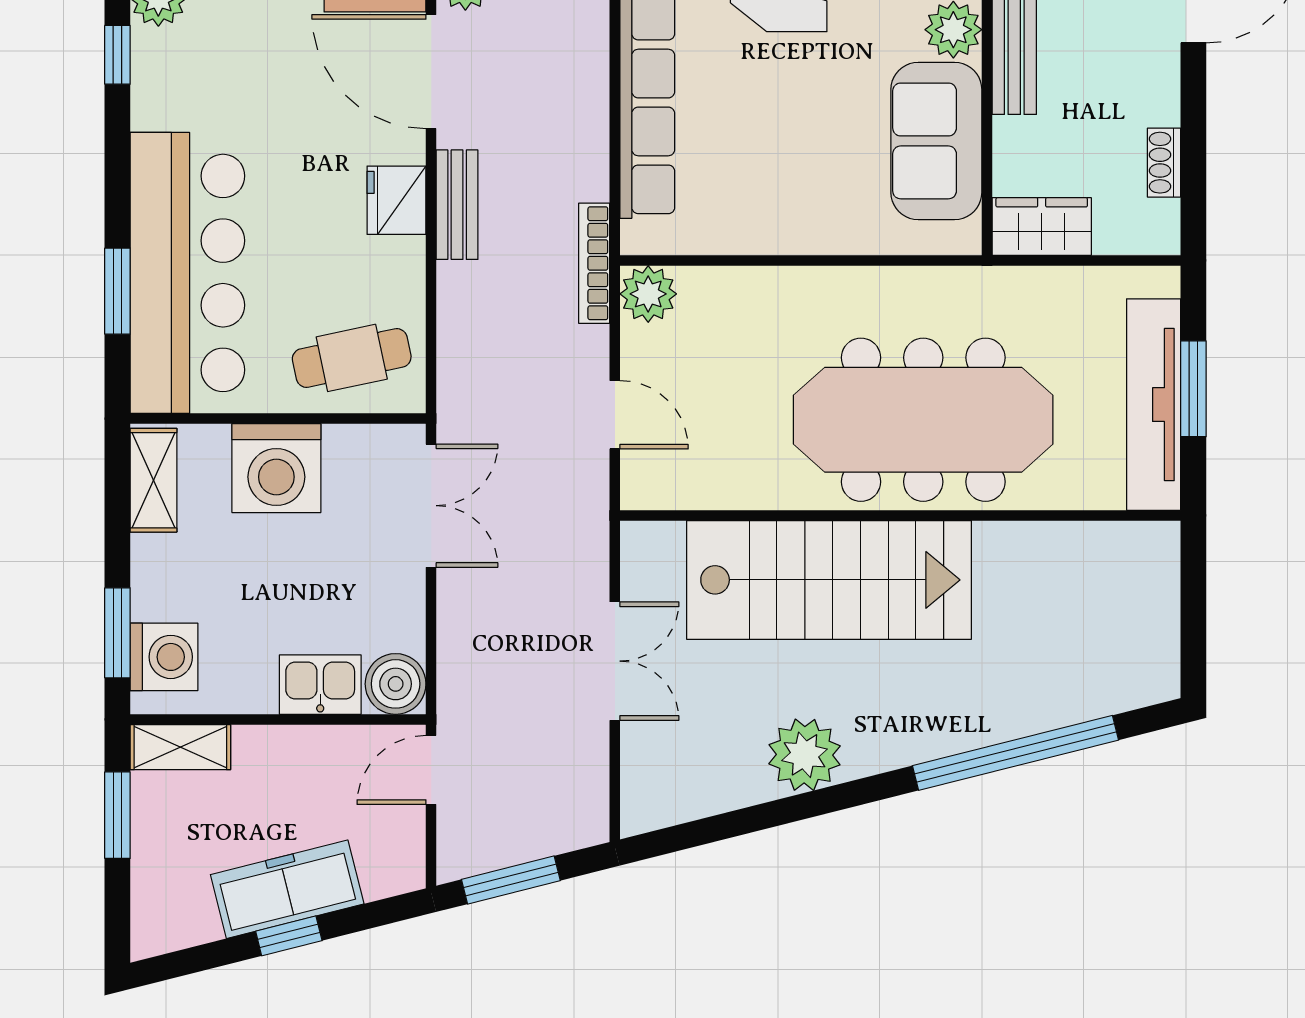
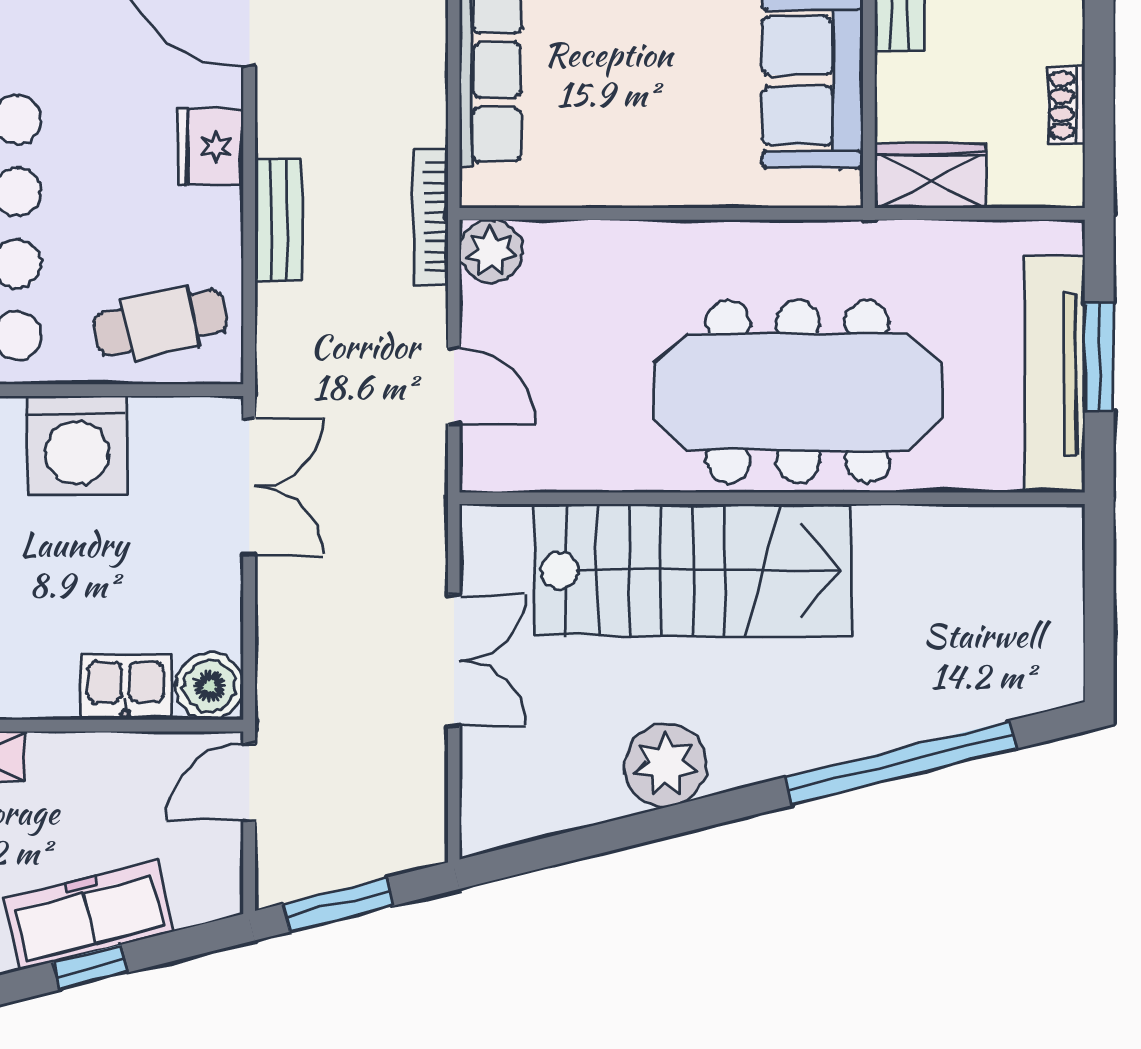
bench: (457, 205) -> (278, 220), moved

